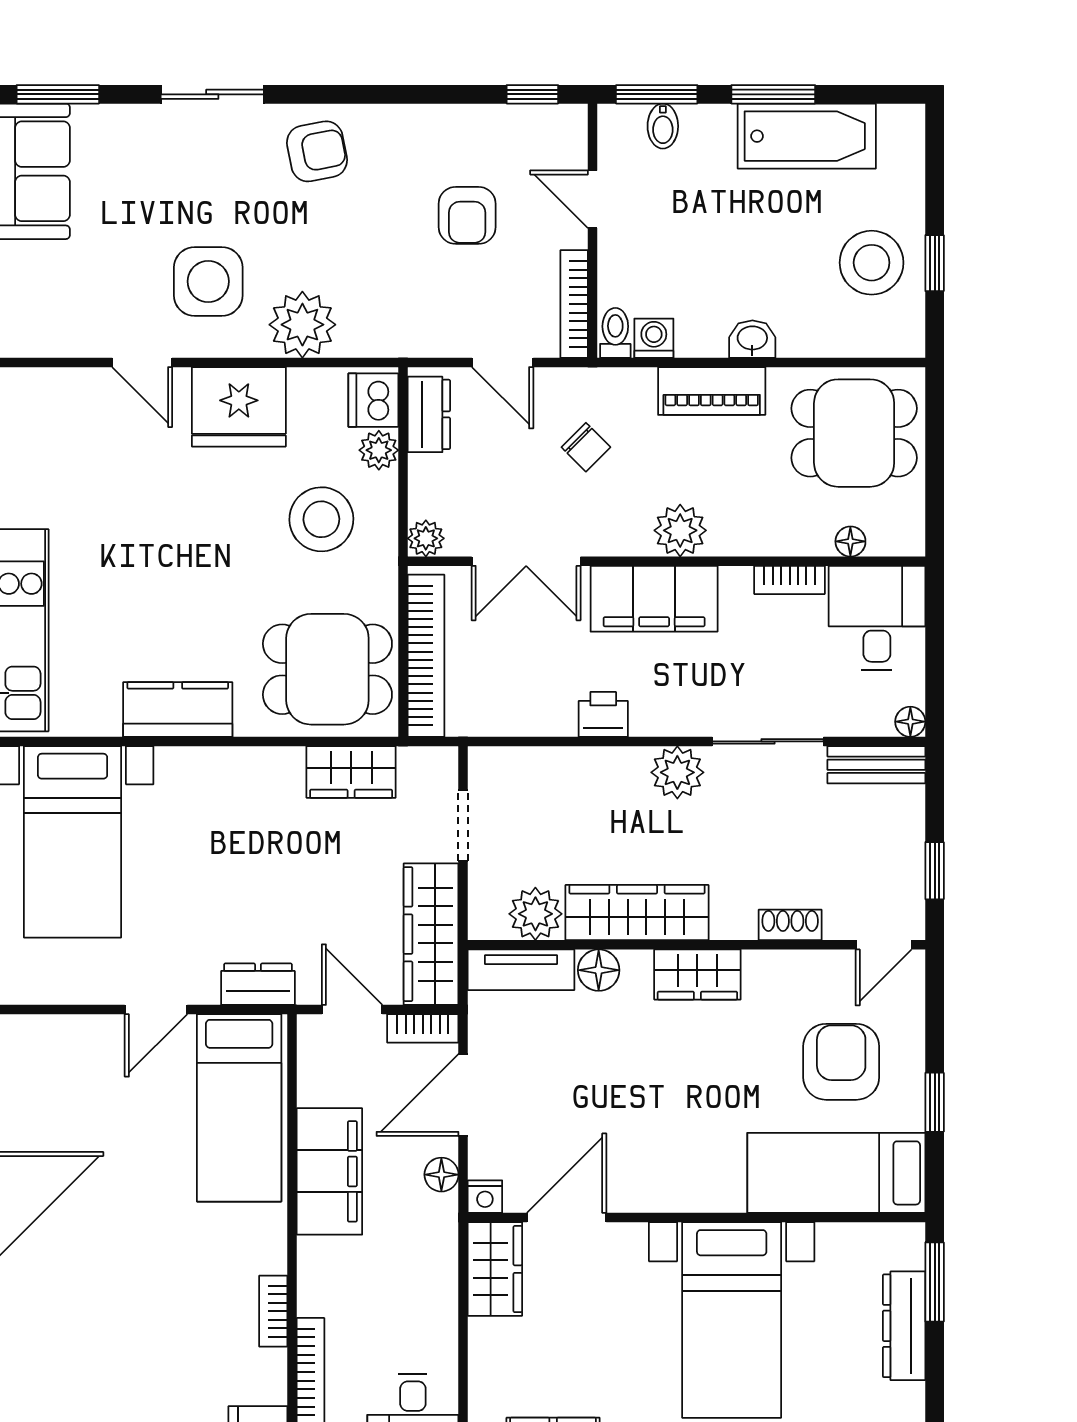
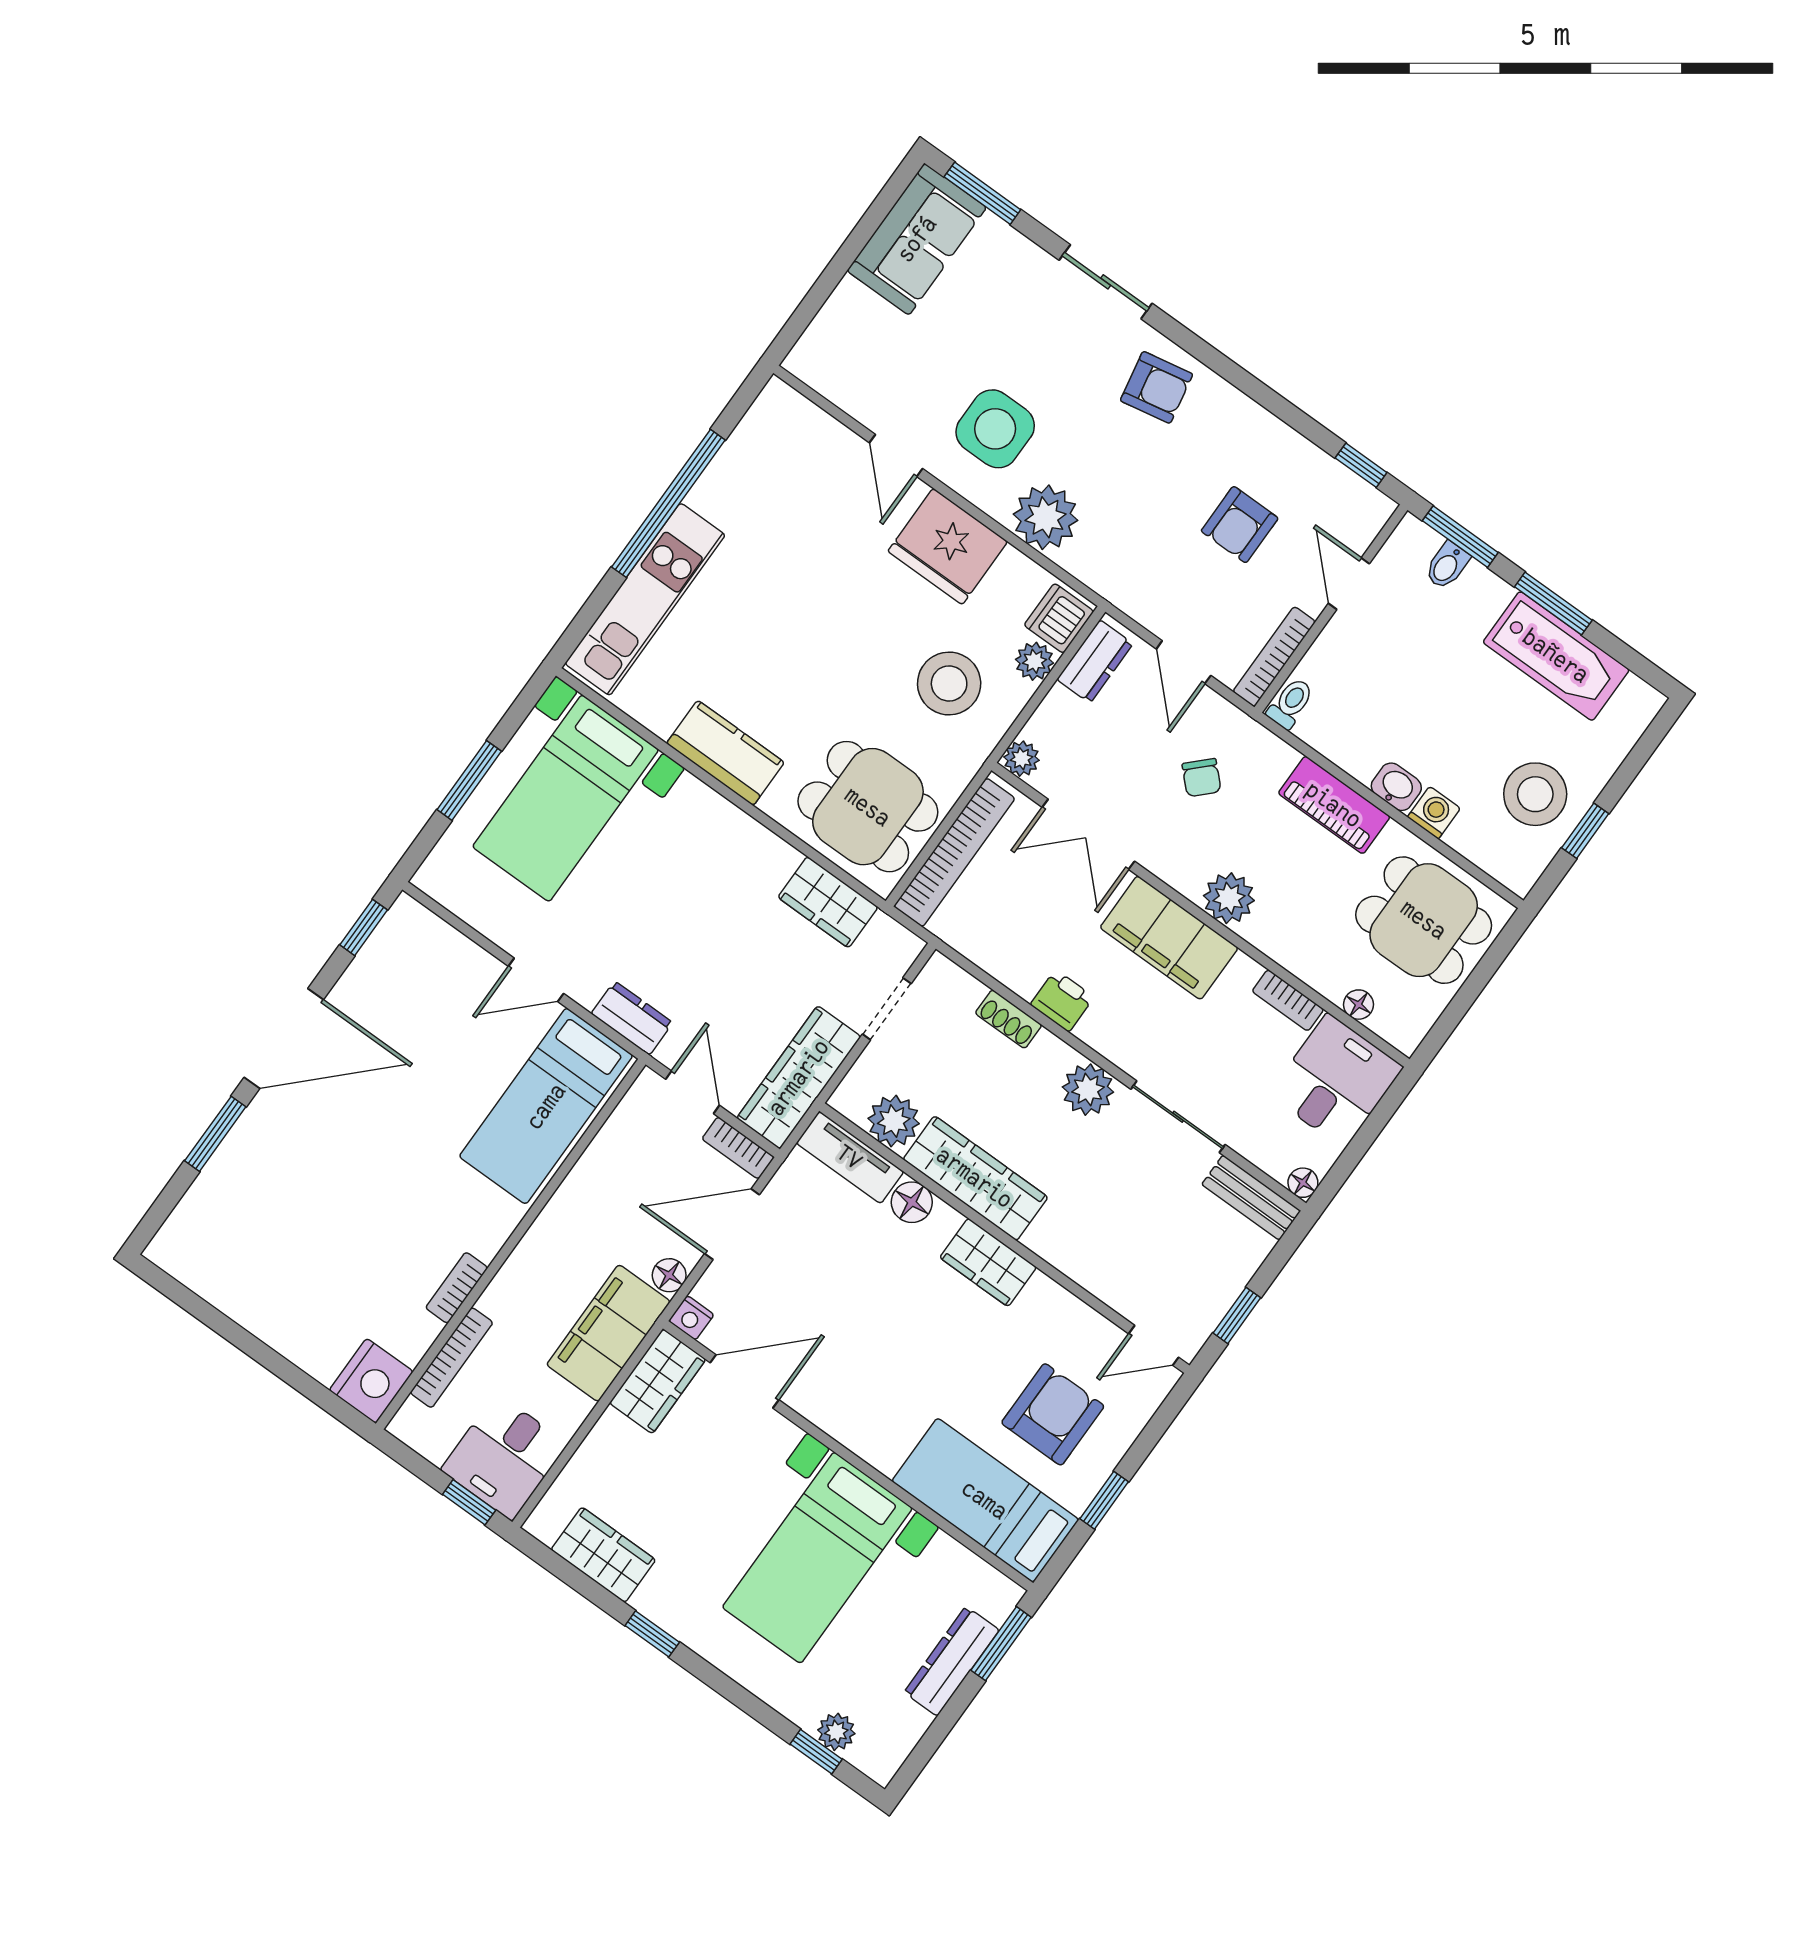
washing machine: (654, 338) -> (1434, 813), moved
shoe rack: (790, 925) -> (1008, 1019), moved, turned 180
filing cabinet: (329, 1171) -> (608, 1333), moved, turned 180

